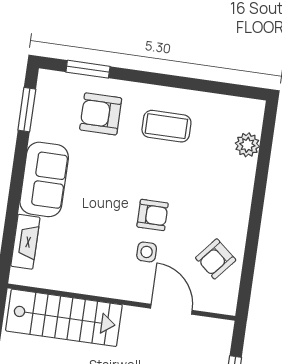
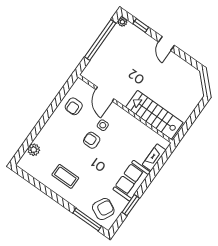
window: (88, 69) -> (87, 220), width x1.44
window: (27, 110) -> (131, 205), moved
armchair: (101, 114) -> (103, 209), moved, turned -63
armchair: (216, 259) -> (74, 106), turned 140

